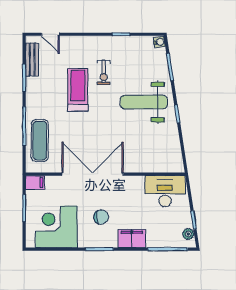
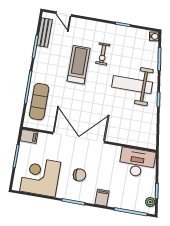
filing cabinet: (132, 239) -> (102, 198), width x0.50

